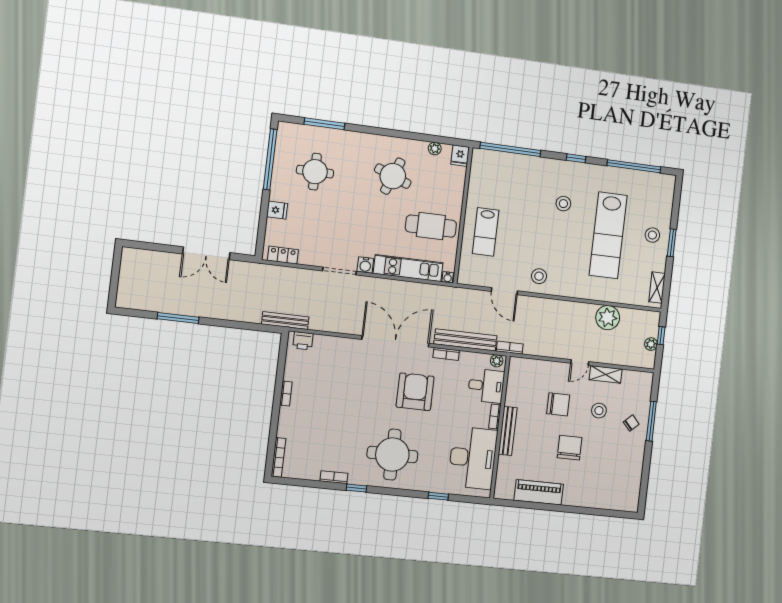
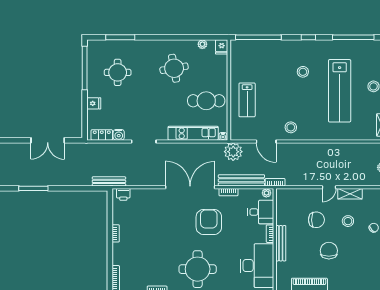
round table: (393, 176) -> (174, 68), turned -31
water cooler: (365, 265) -> (119, 135), moved
plant: (608, 318) -> (233, 152), moved

